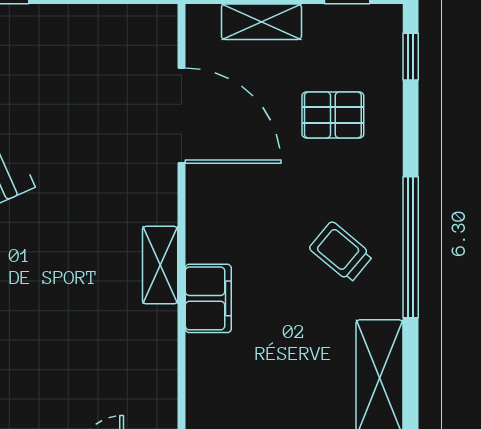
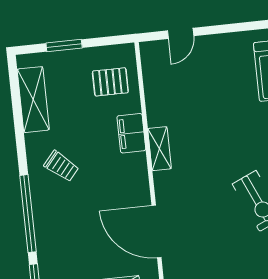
pallet: (333, 115) -> (110, 82), moved
window: (411, 247) -> (28, 214), moved

